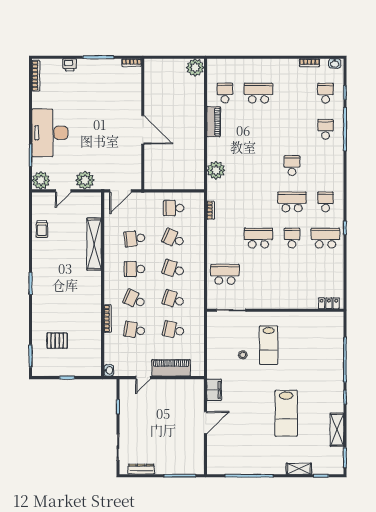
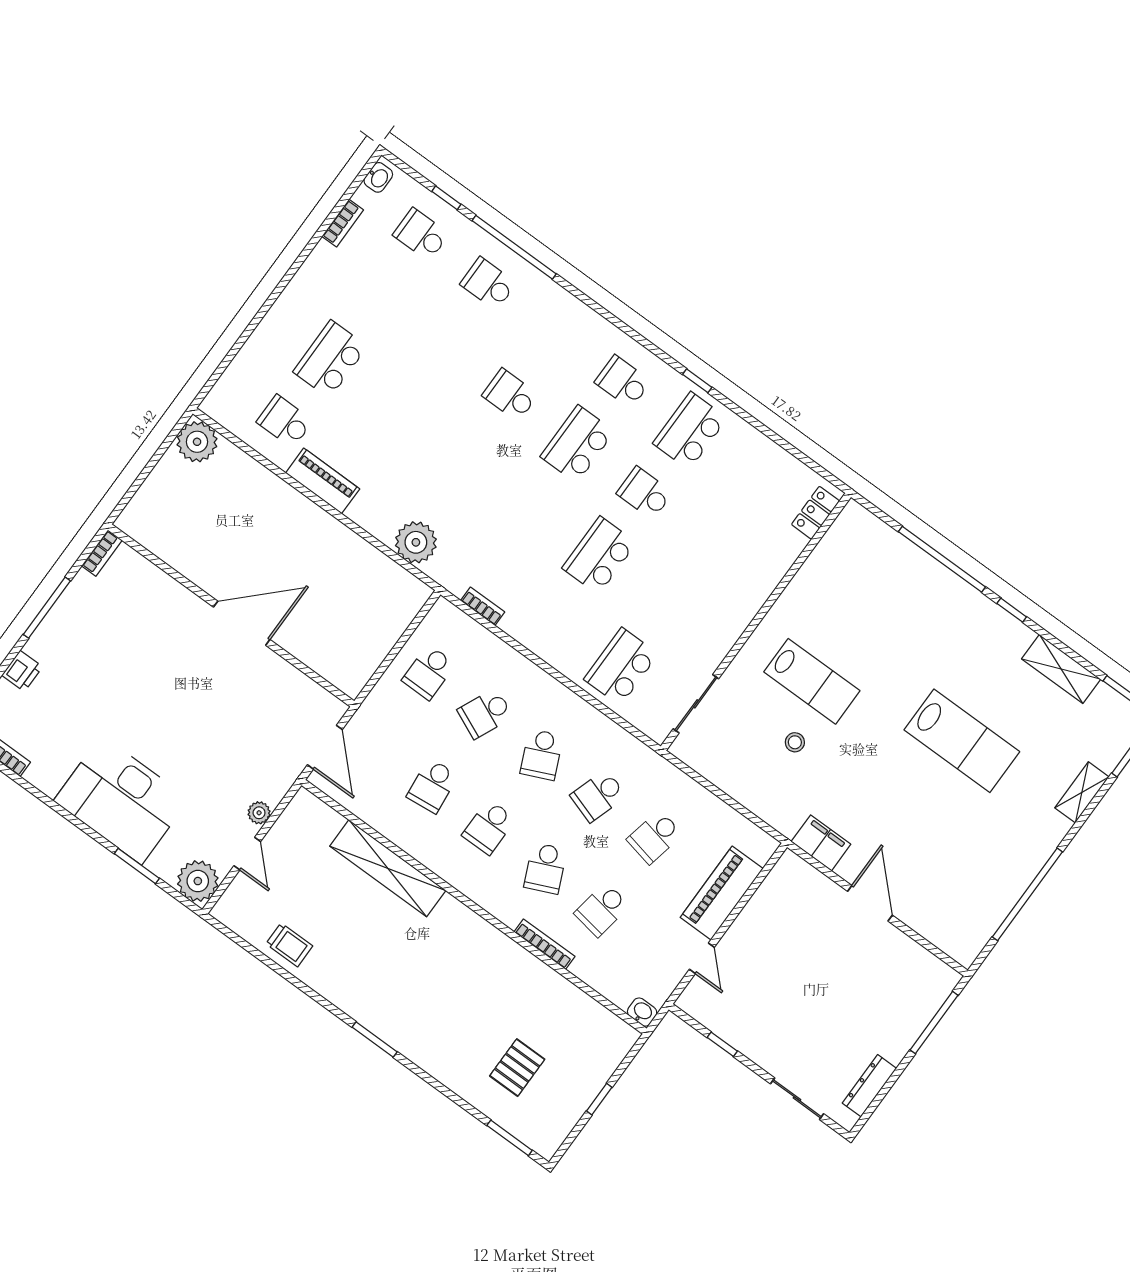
plant: (85, 180) -> (259, 813), width x0.53, depth x0.53
school desk: (174, 269) -> (542, 755), turned -42
school desk: (135, 299) -> (545, 868), turned -48

